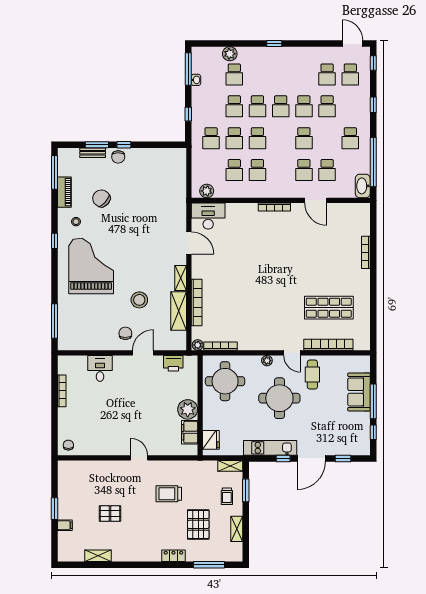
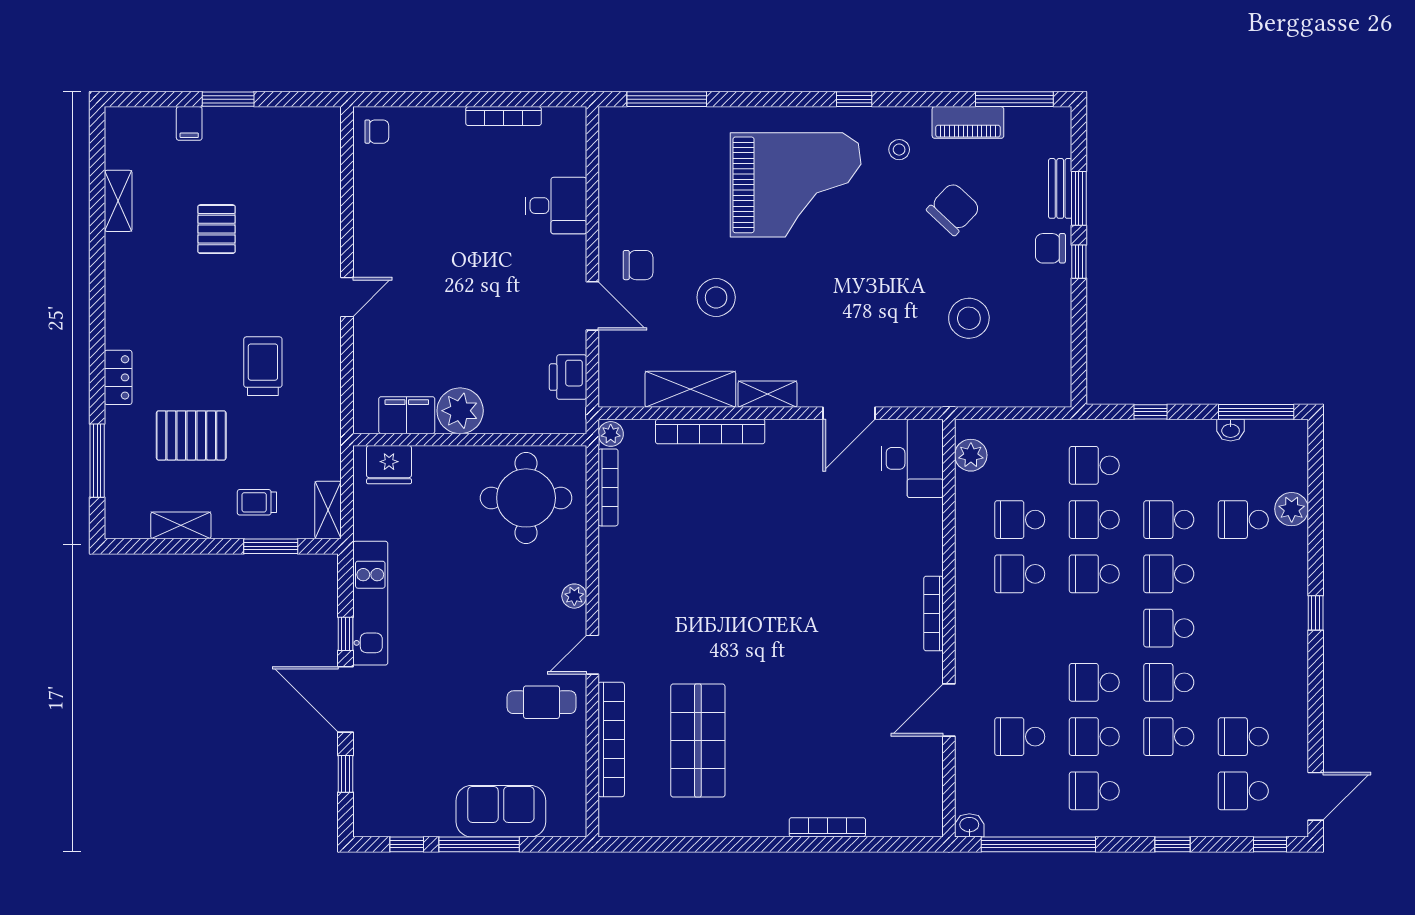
school desk: (304, 170) -> (1094, 737), moved
washbasin: (363, 186) -> (969, 825), width x0.52, depth x0.69
stool: (148, 192) -> (969, 318), added
round table: (279, 398) -> (486, 625), removed

